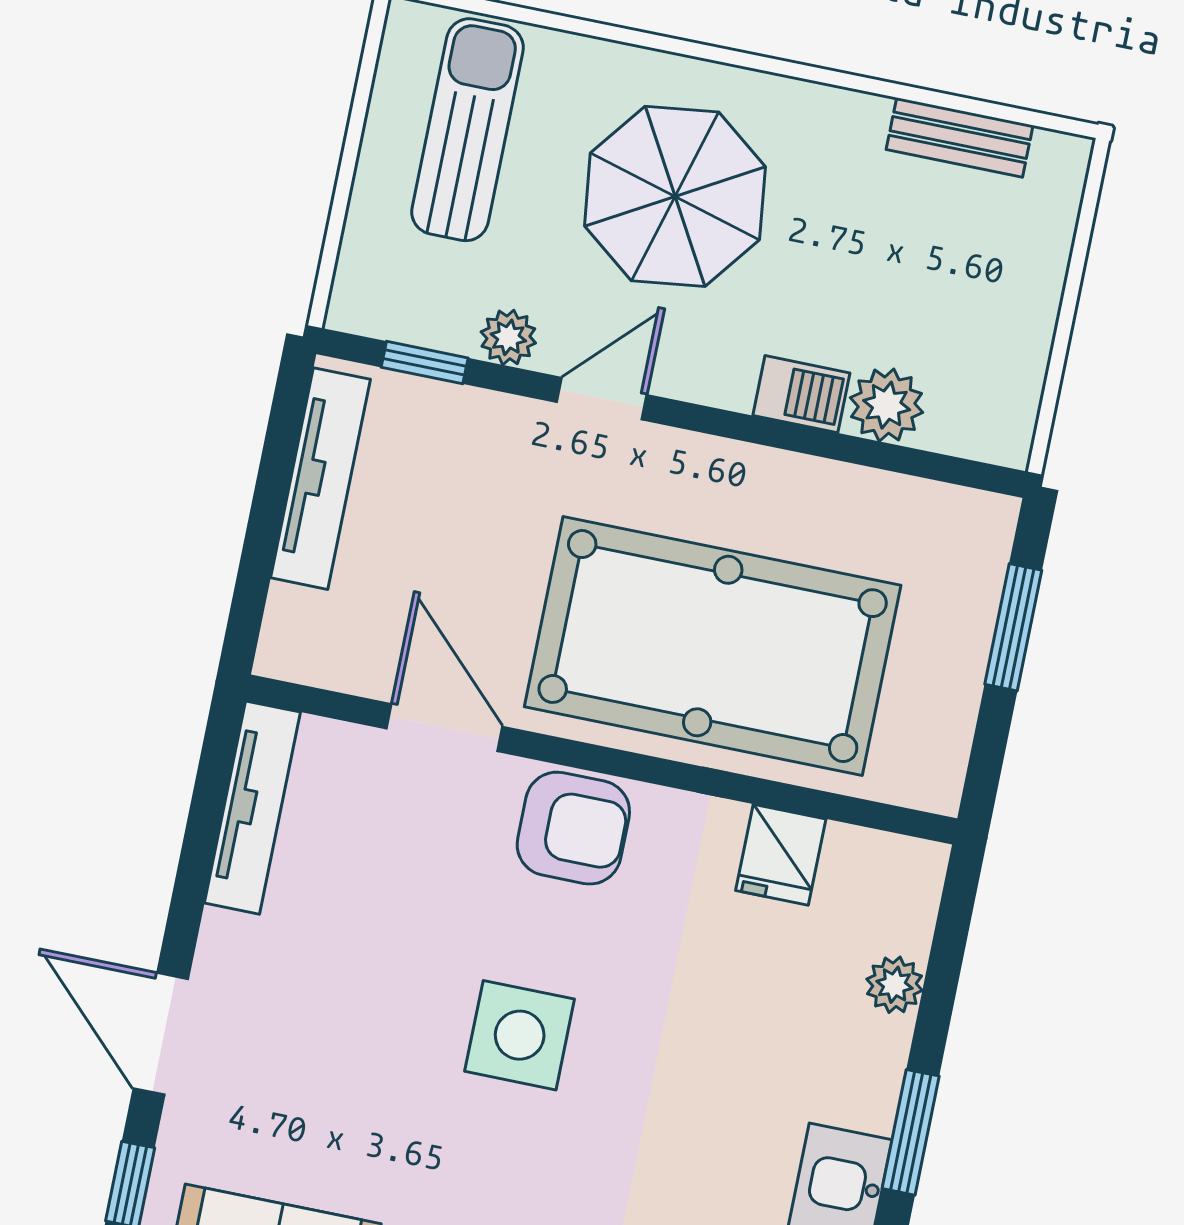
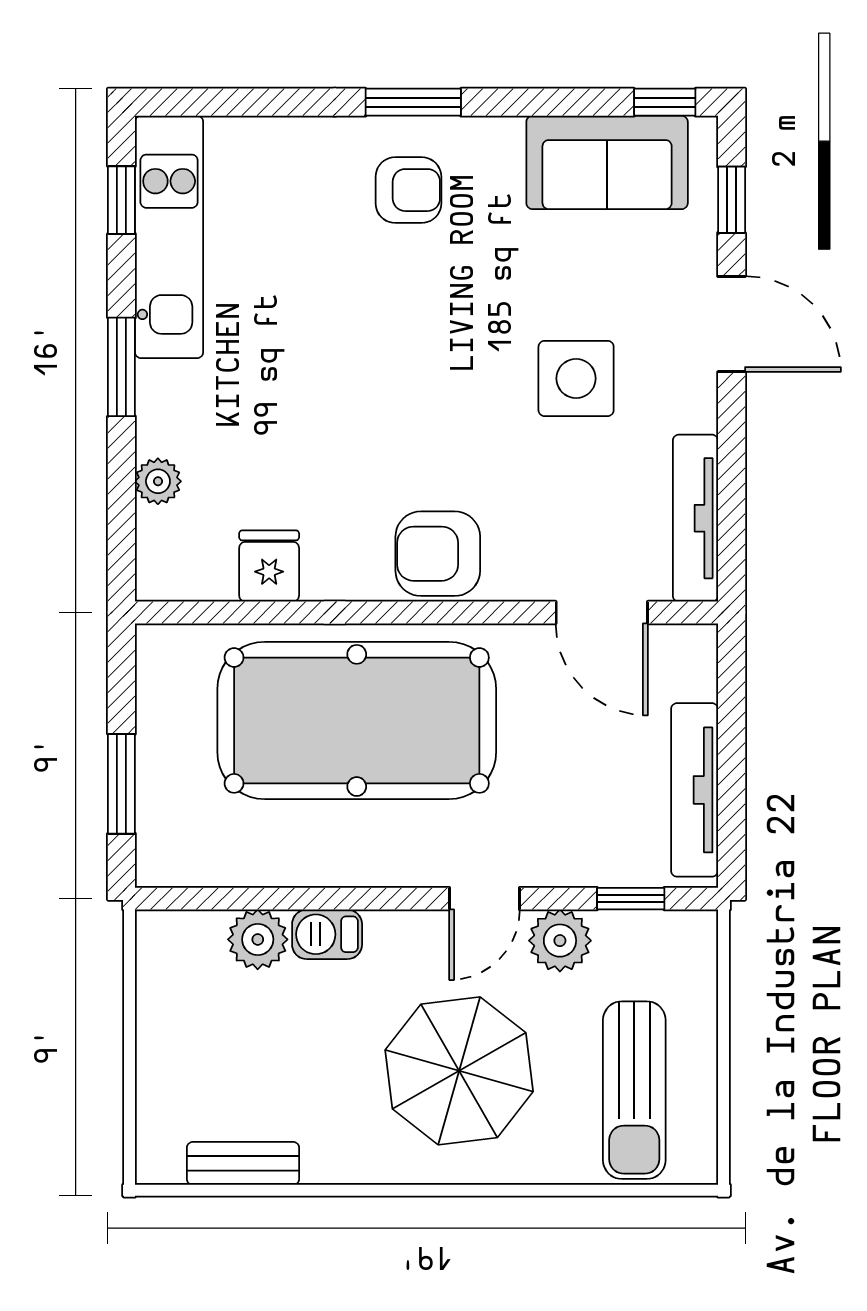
plant: (508, 337) -> (560, 941), width x1.38, depth x1.38
door: (445, 728) -> (602, 612), moved
side table: (520, 1035) -> (576, 378), moved

